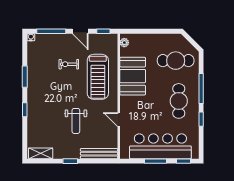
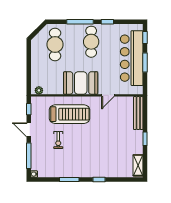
door: (80, 31) -> (29, 130), swing flipped
booth: (133, 76) -> (81, 83), moved
cafe table: (179, 101) -> (91, 42), turned 90
weight bench: (76, 121) -> (109, 134), removed

